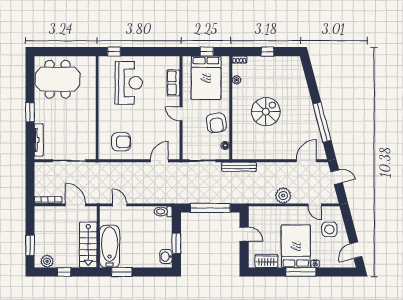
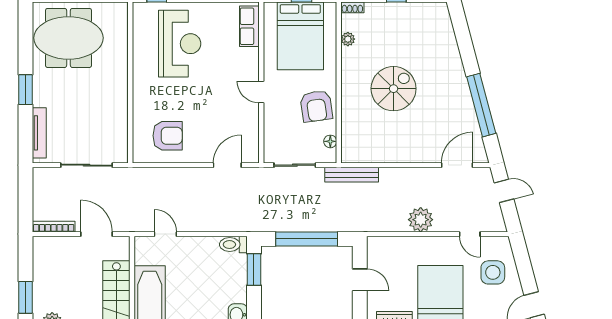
row of seats: (173, 83) -> (249, 26), moved
window: (176, 243) -> (254, 270), moved

